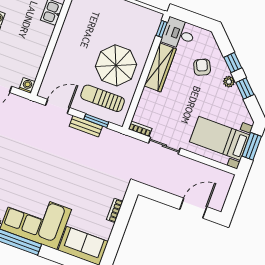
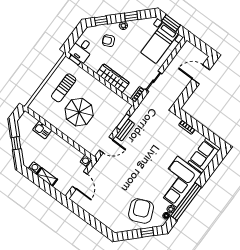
window: (233, 63) -> (101, 21), moved
parasol: (116, 65) -> (79, 112), moved
wardrobe: (160, 67) -> (113, 78), moved
sun lounger: (103, 98) -> (64, 88), moved
door: (58, 107) -> (106, 145), swing flipped
door: (193, 208) -> (201, 74), hinge flipped

